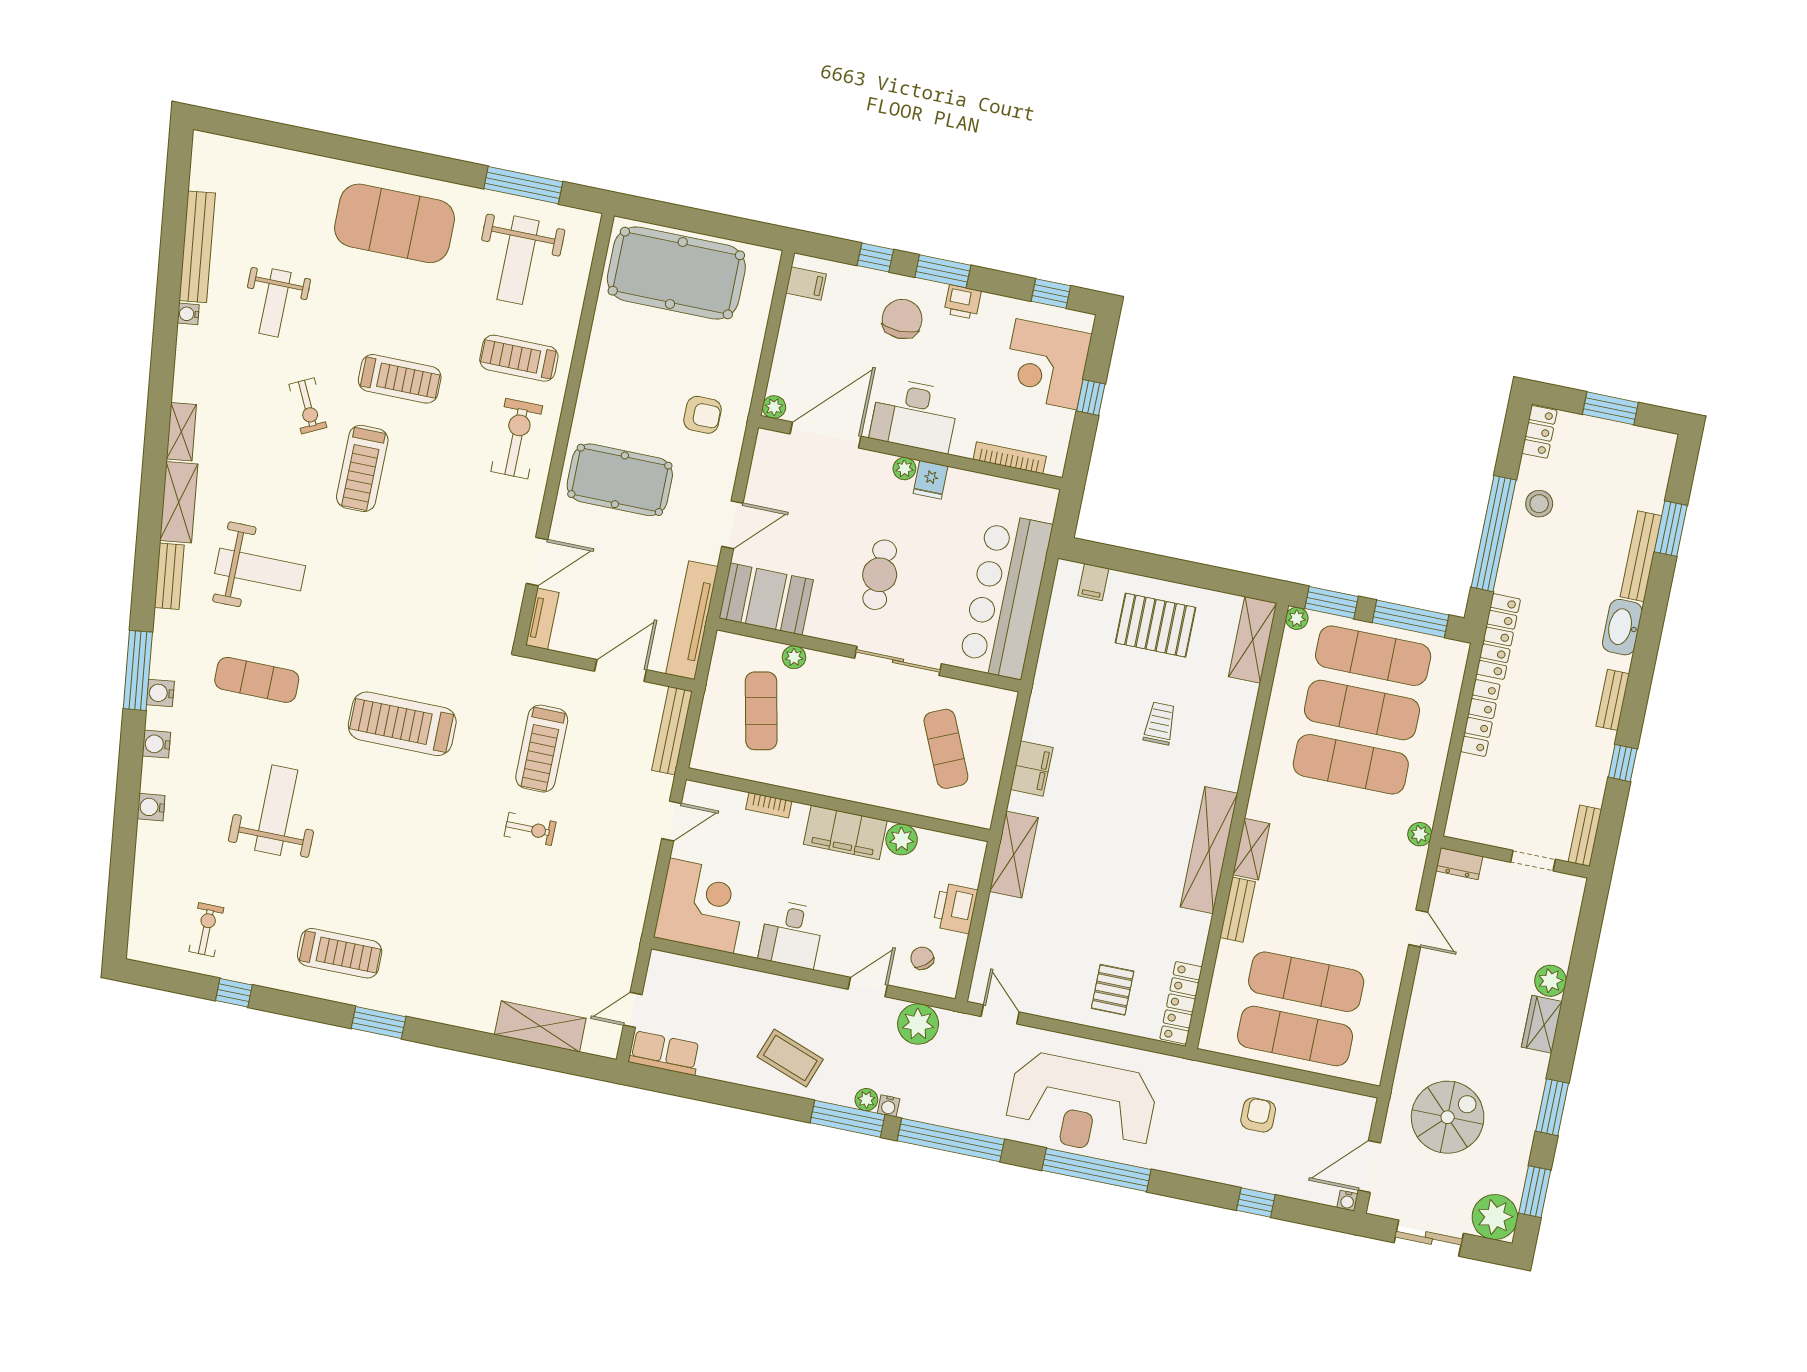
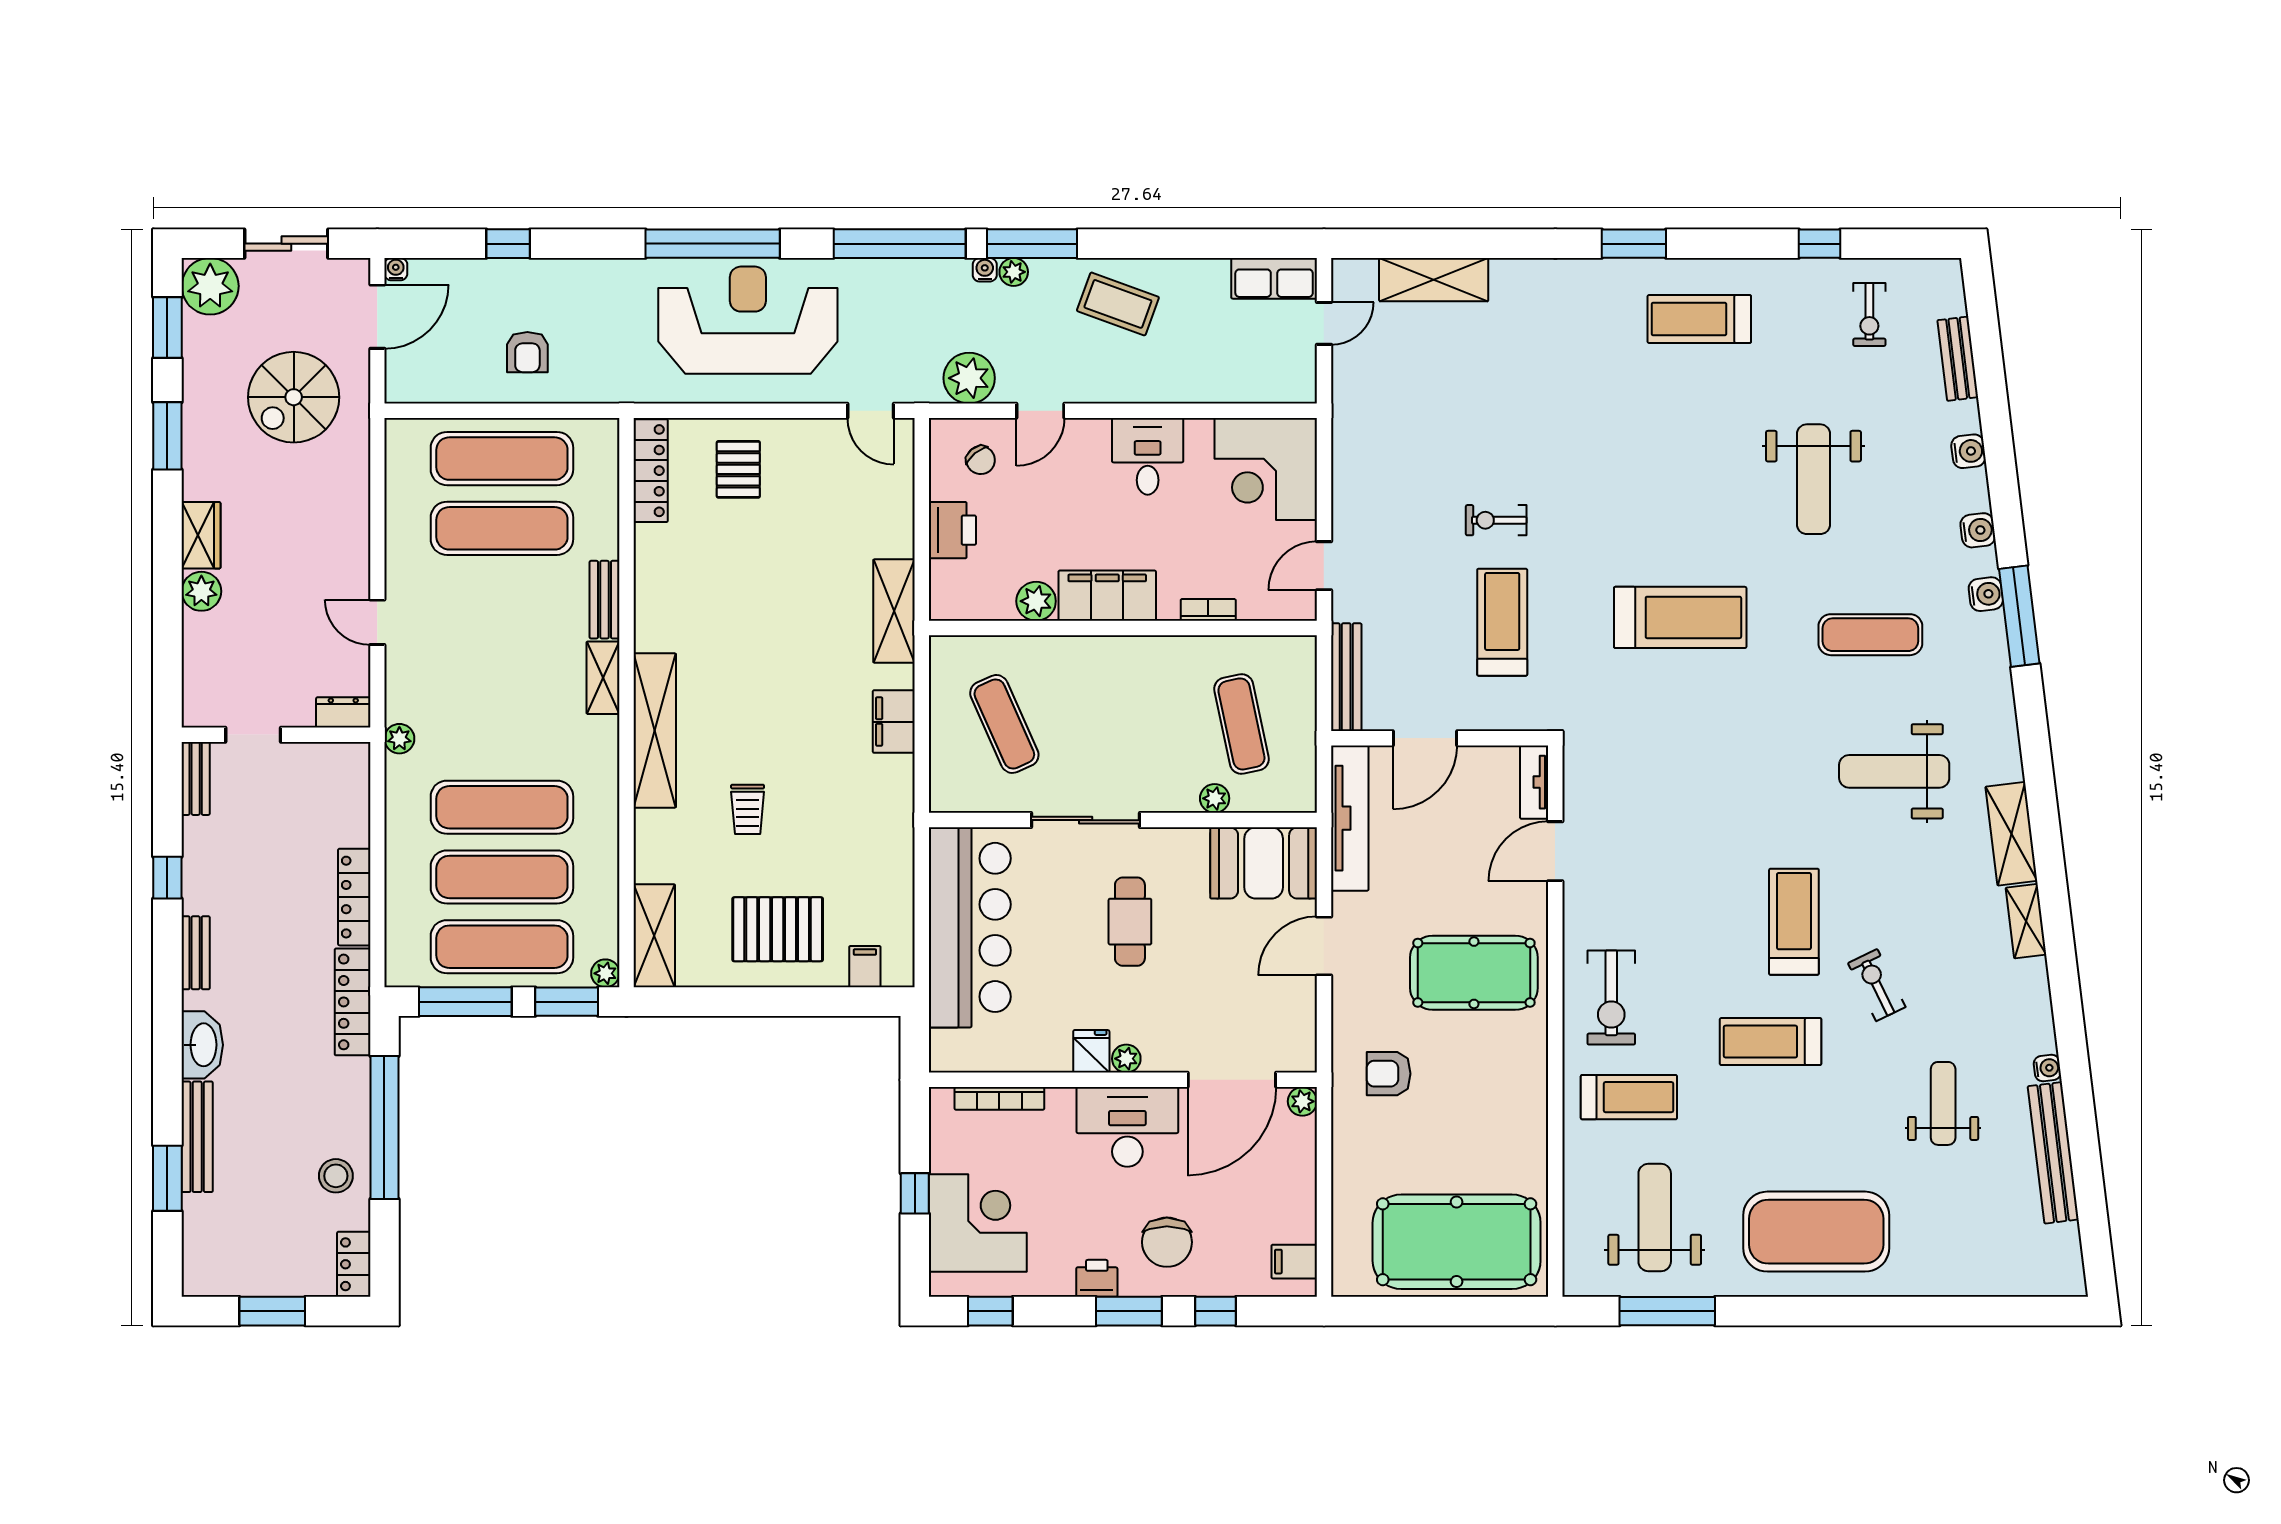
bench: (169, 576) -> (1958, 359), moved
shelving: (1209, 850) -> (655, 731), moved

